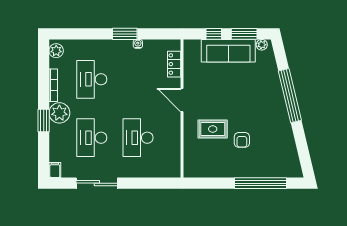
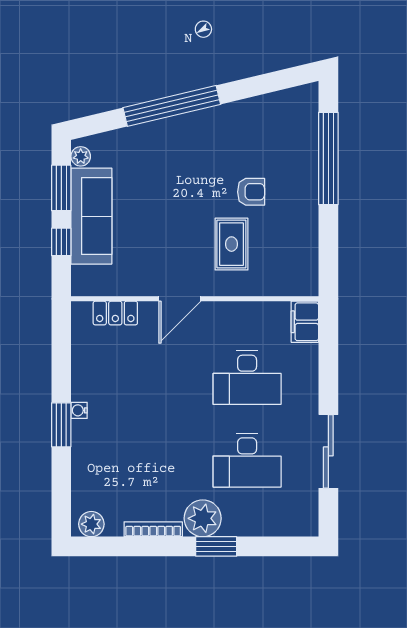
window: (125, 34) -> (61, 425), moved
water cooler: (138, 44) -> (79, 410), moved
desk: (92, 79) -> (143, 460), removed
filing cabinet: (55, 170) -> (305, 322), moved, width x2.00

